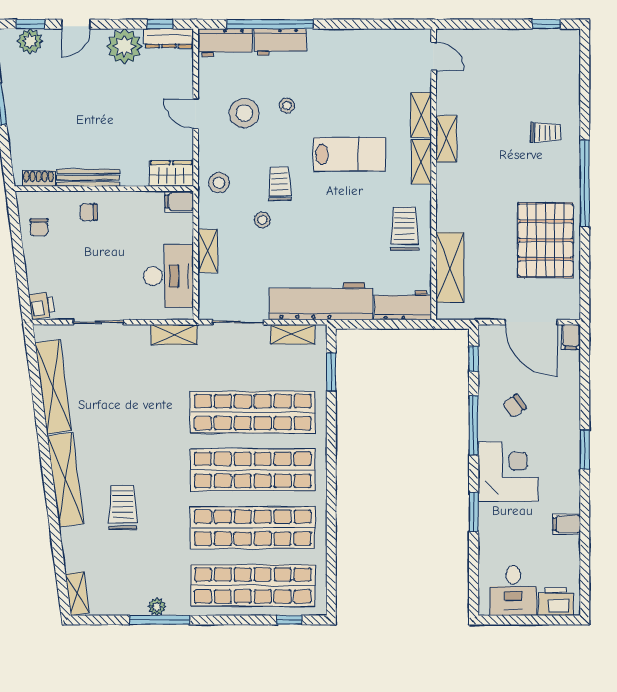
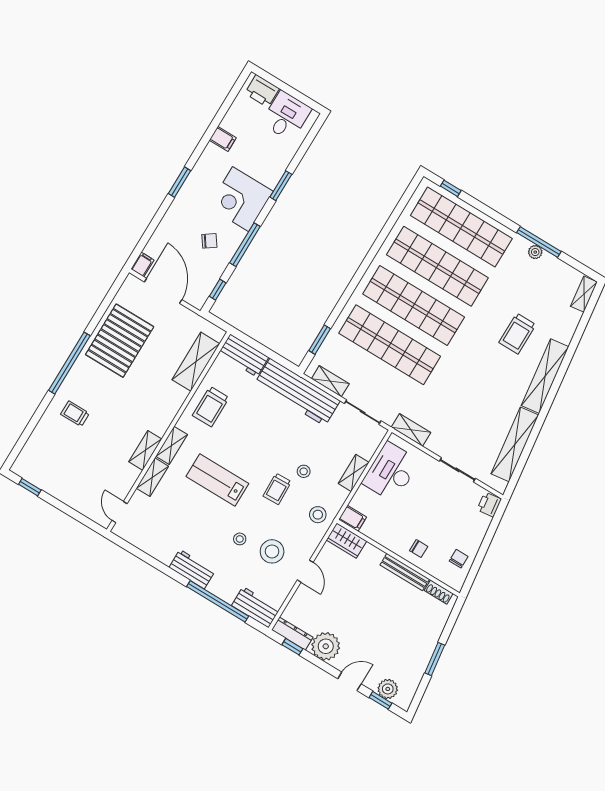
workbench: (280, 42) -> (192, 569), moved

